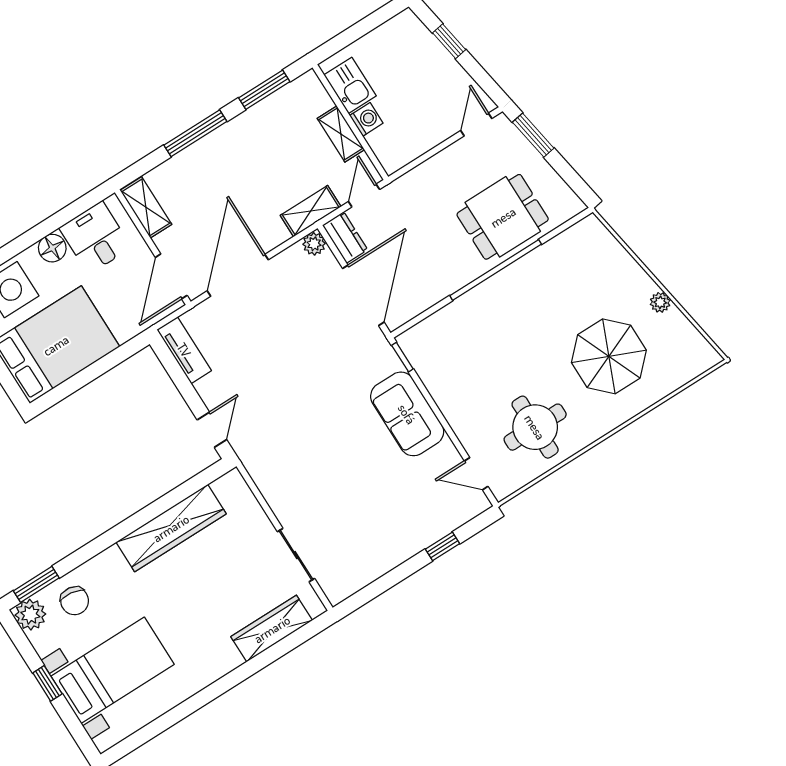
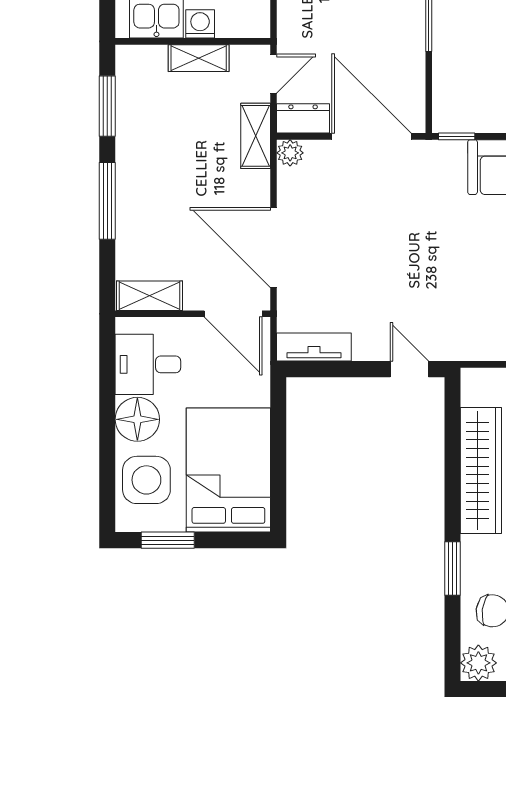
door: (364, 195) -> (274, 74), swing flipped
floor lamp: (52, 248) -> (137, 419), width x1.38, depth x1.38
window: (36, 584) -> (452, 569), moved

